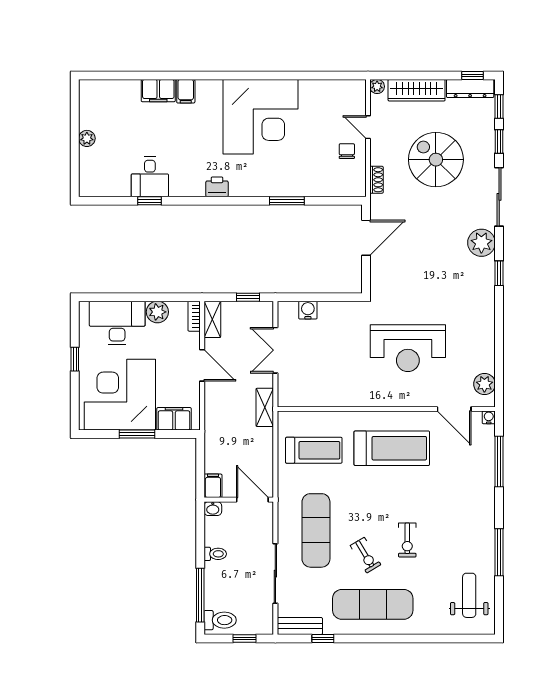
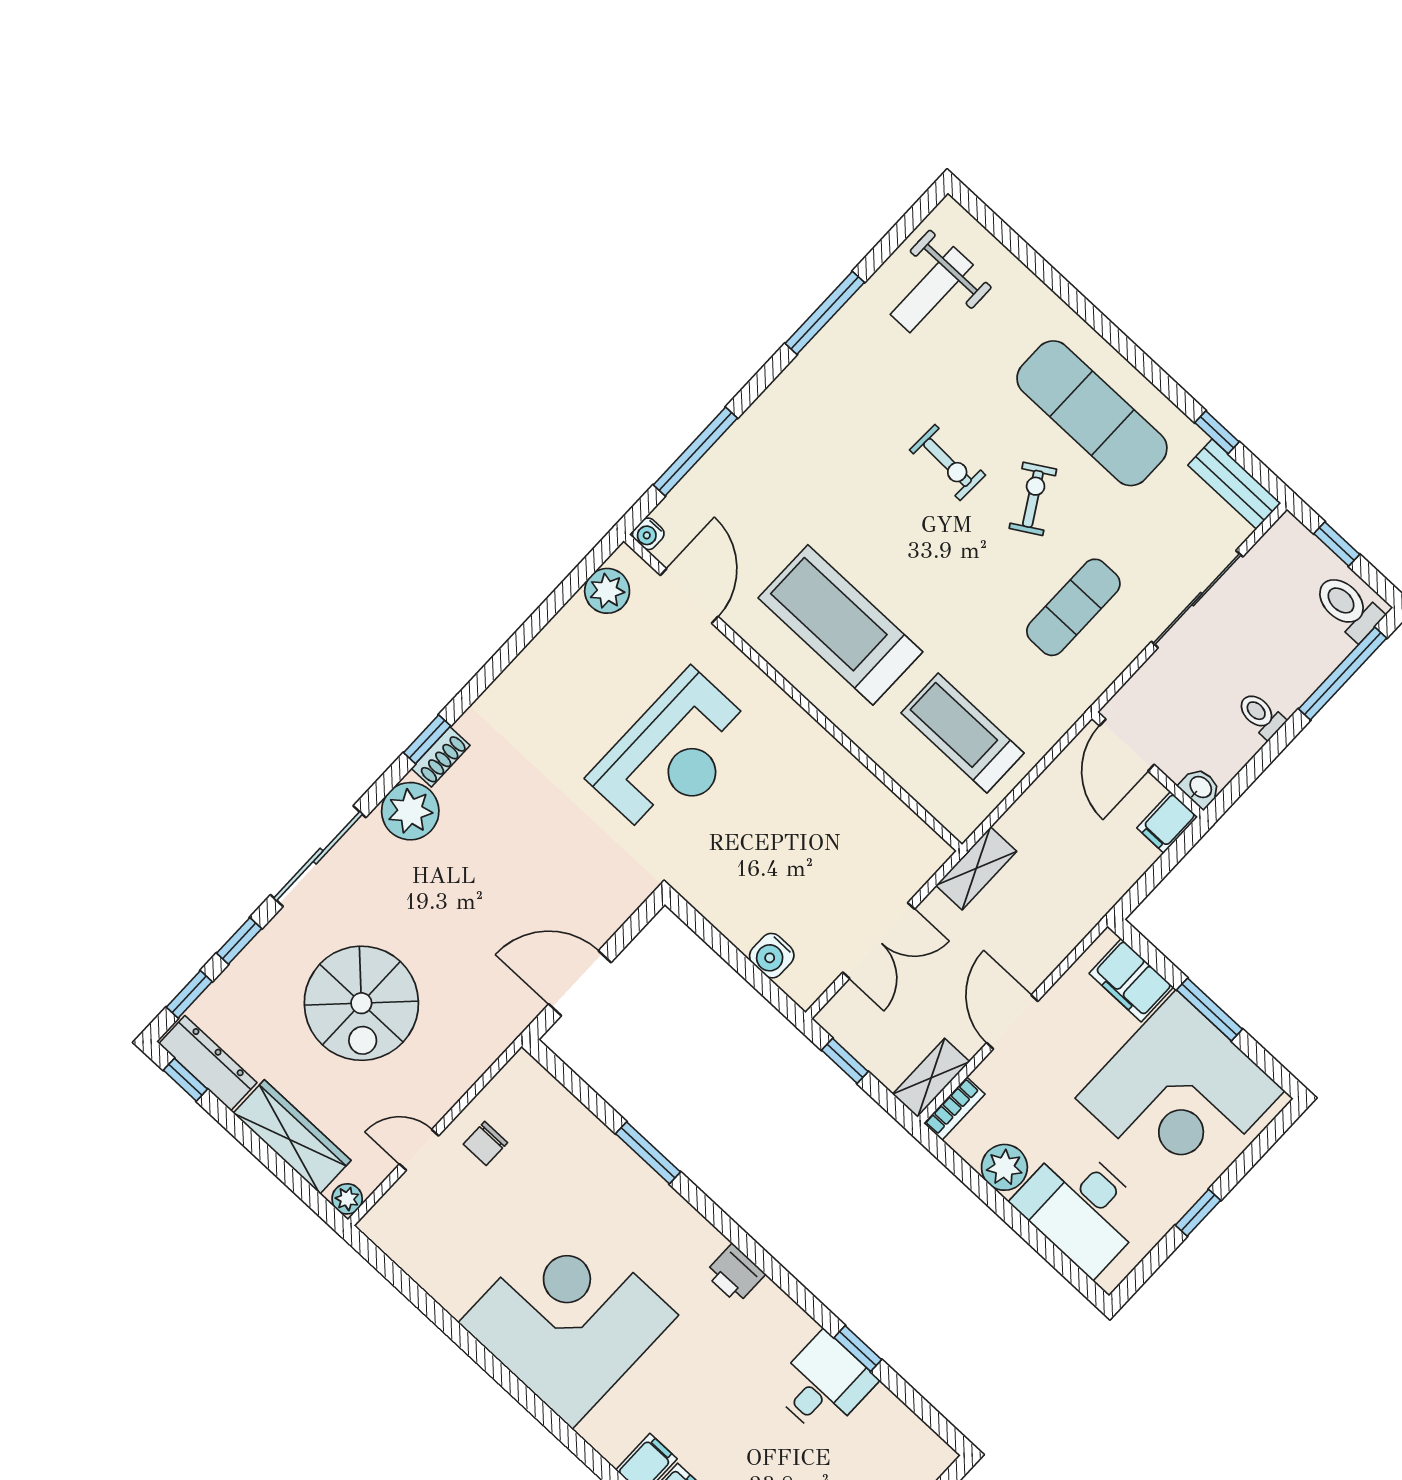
door: (368, 127) -> (419, 1150), swing flipped
shoe rack: (376, 180) -> (441, 757), moved, turned 180
reception desk: (408, 348) -> (673, 755), turned 90
exercise mat: (316, 530) -> (1073, 607), width x0.73, depth x0.69
exercise bike: (407, 540) -> (947, 462), turned 92

